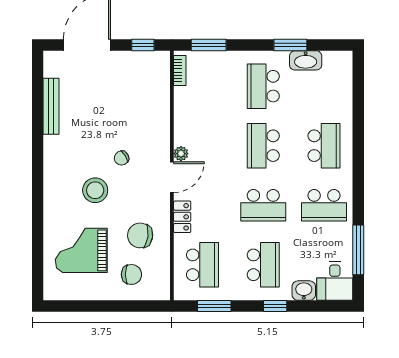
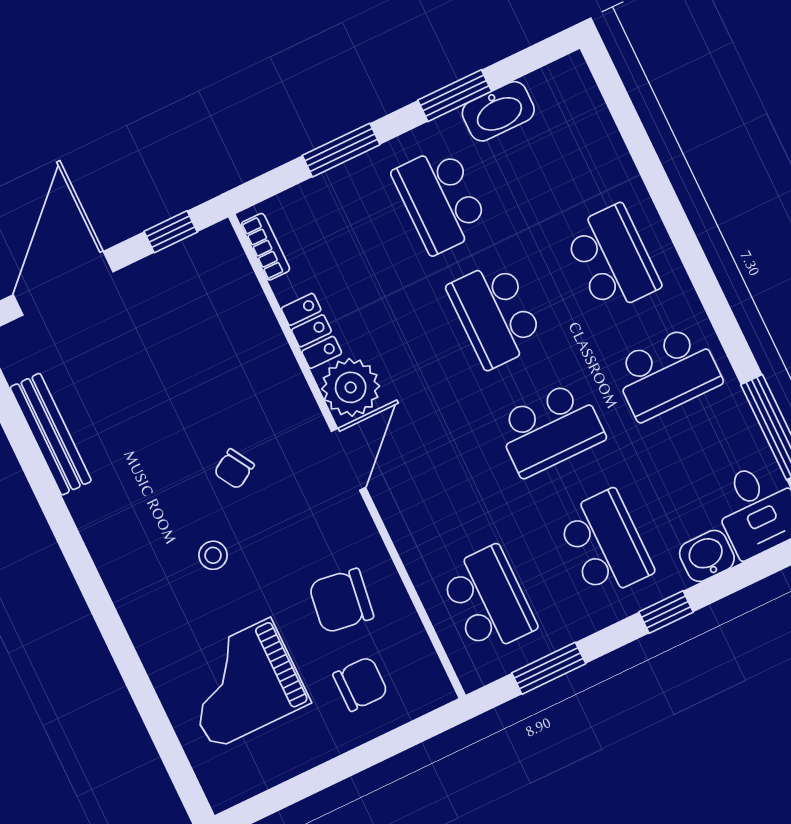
window: (209, 45) -> (341, 150), moved
plant: (181, 154) -> (351, 387), width x1.88, depth x1.88
stool: (95, 190) -> (213, 555), width x0.53, depth x0.53
locker: (182, 217) -> (311, 331), moved

